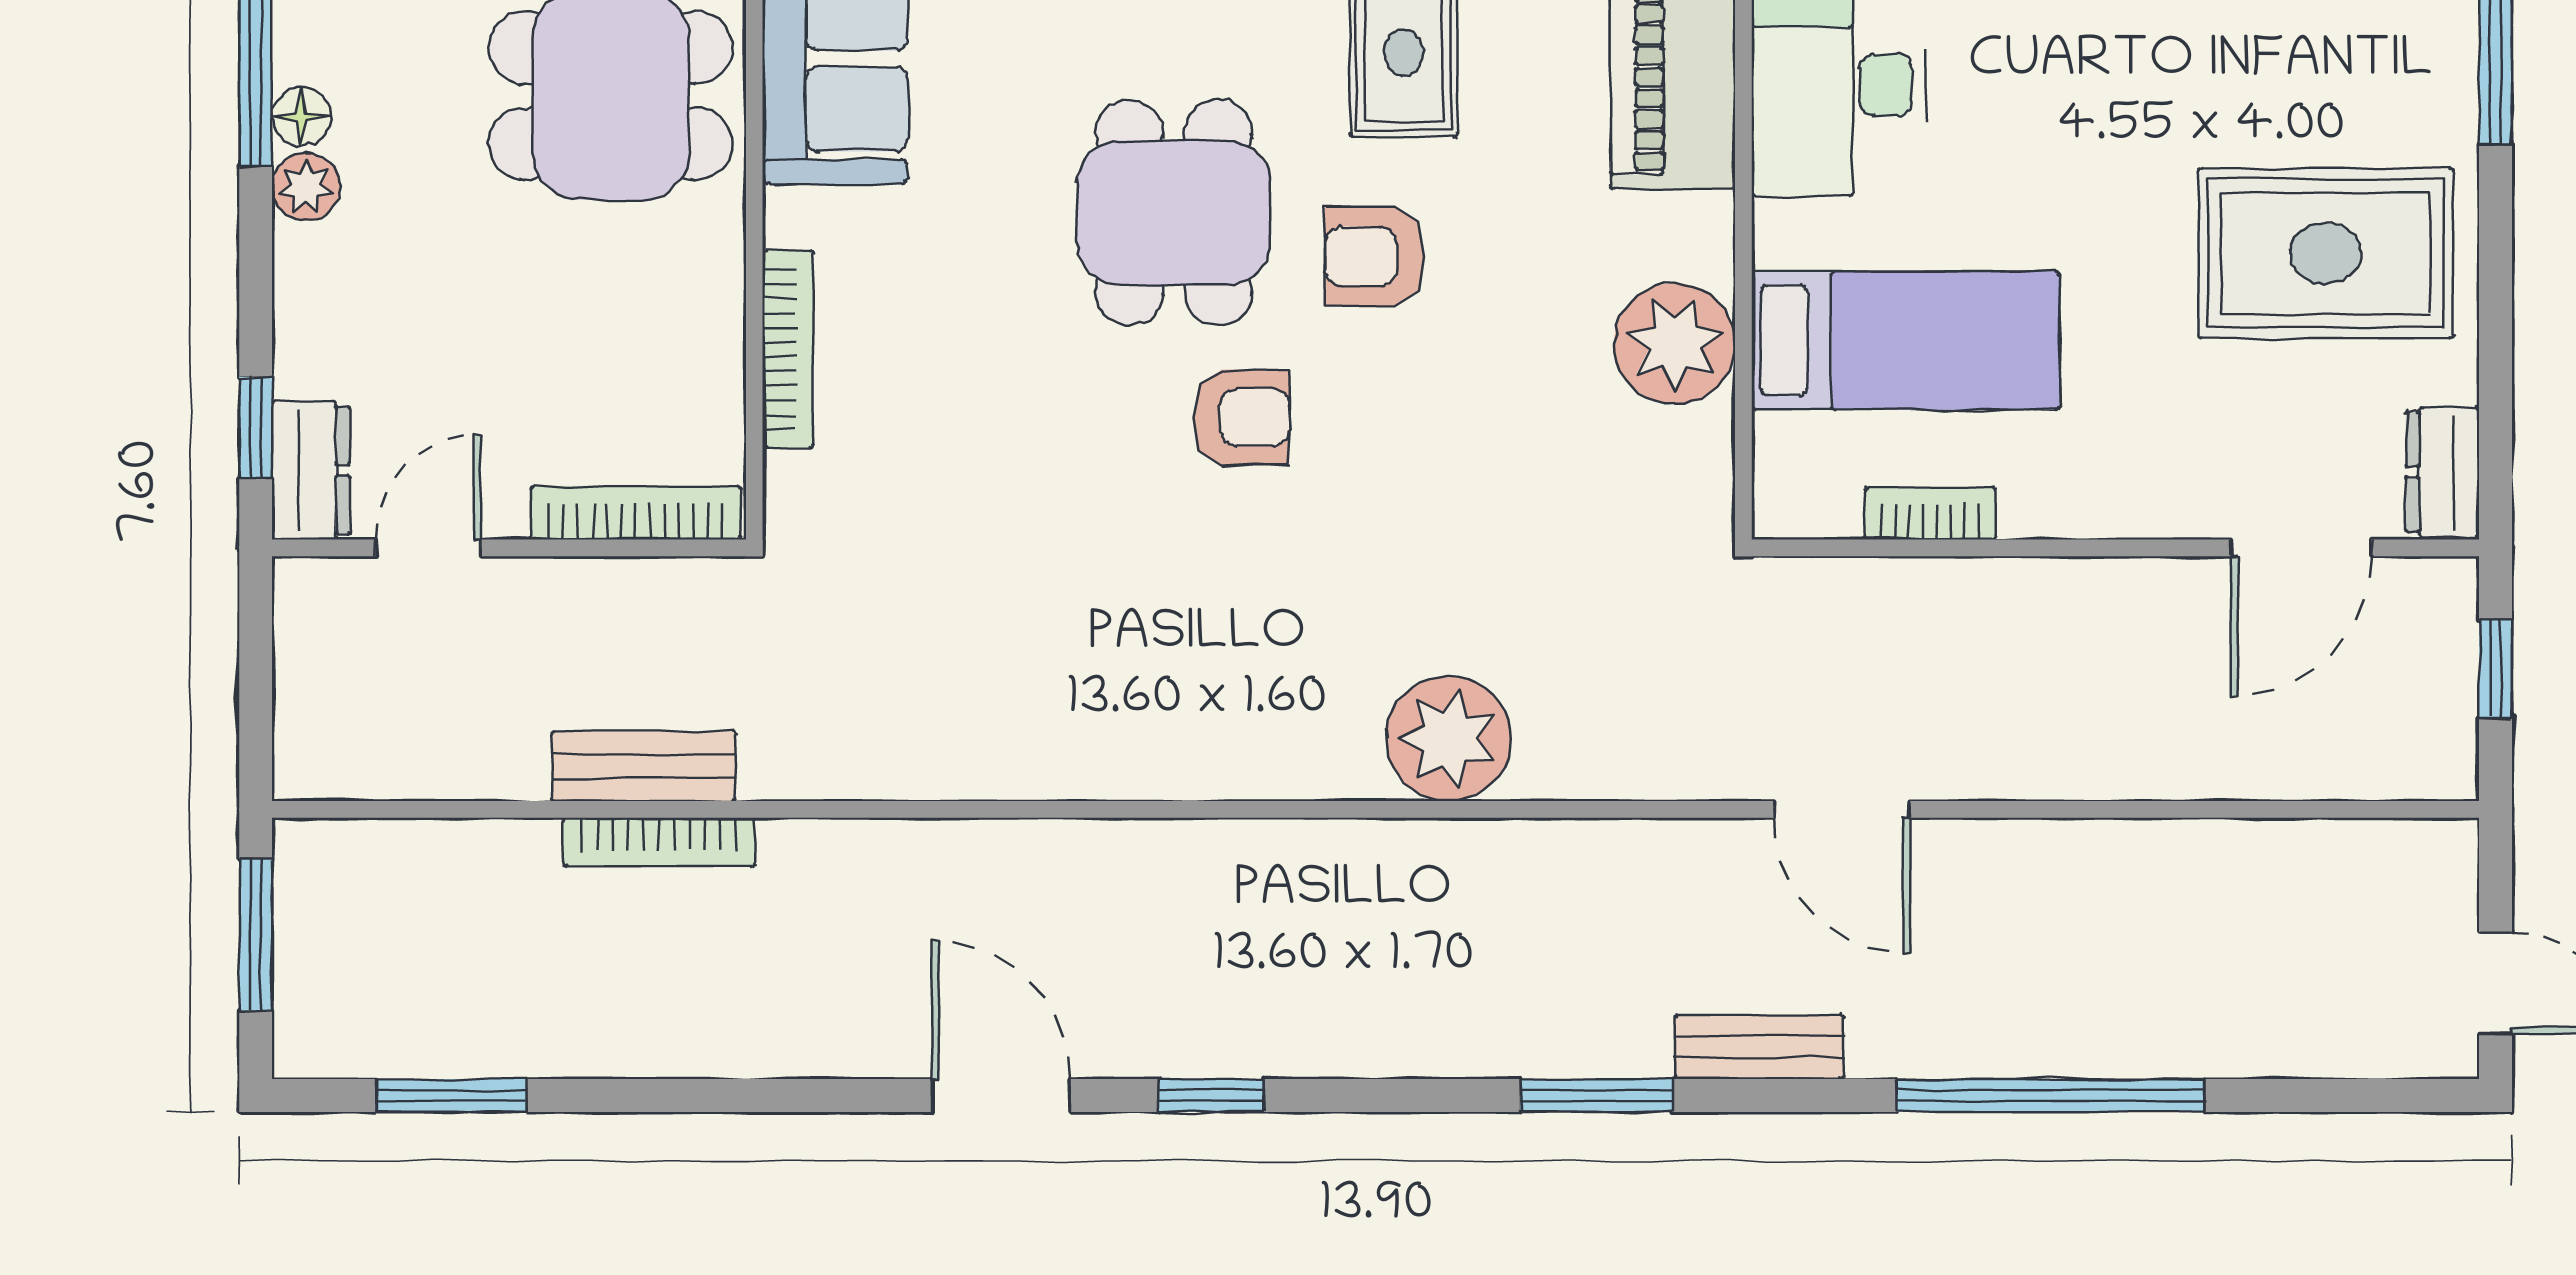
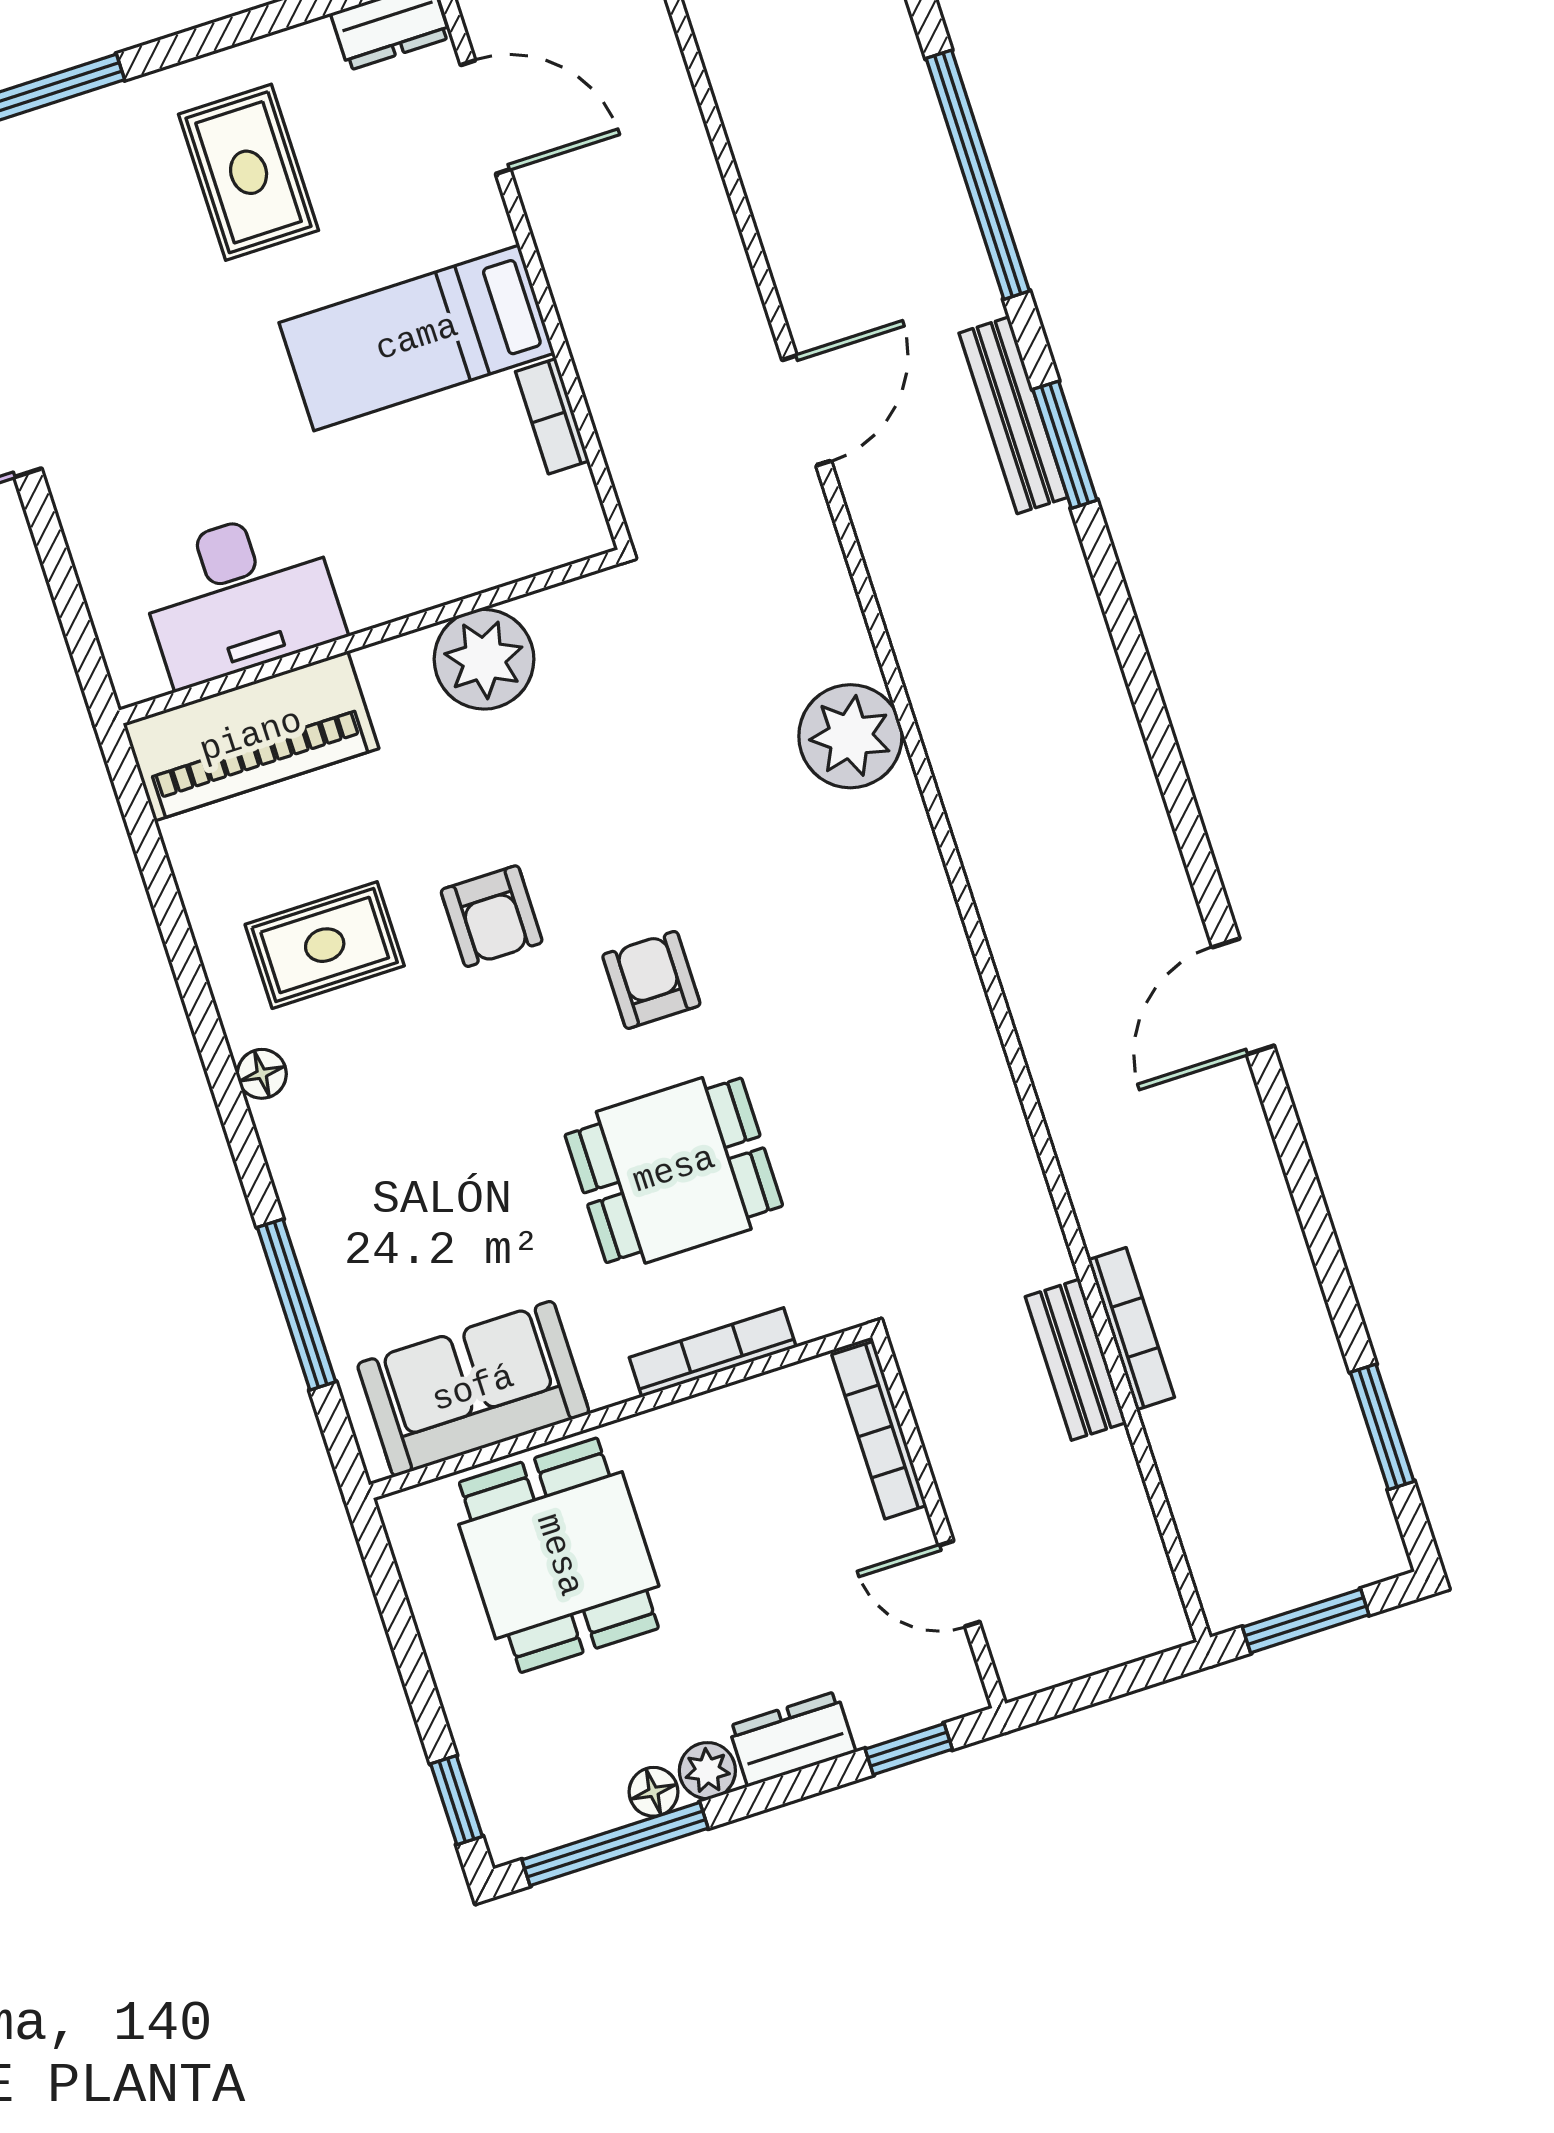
dining table: (1174, 213) -> (674, 1170), moved
rug: (2326, 253) -> (249, 172), width x0.73, depth x0.70
bed: (1905, 340) -> (417, 338), moved, turned -90
dresser: (311, 470) -> (792, 1739), moved
bench: (1759, 1047) -> (1013, 415), width x1.36
window: (1211, 1096) -> (1190, 832), removed
window: (1597, 1096) -> (1065, 445), moved

